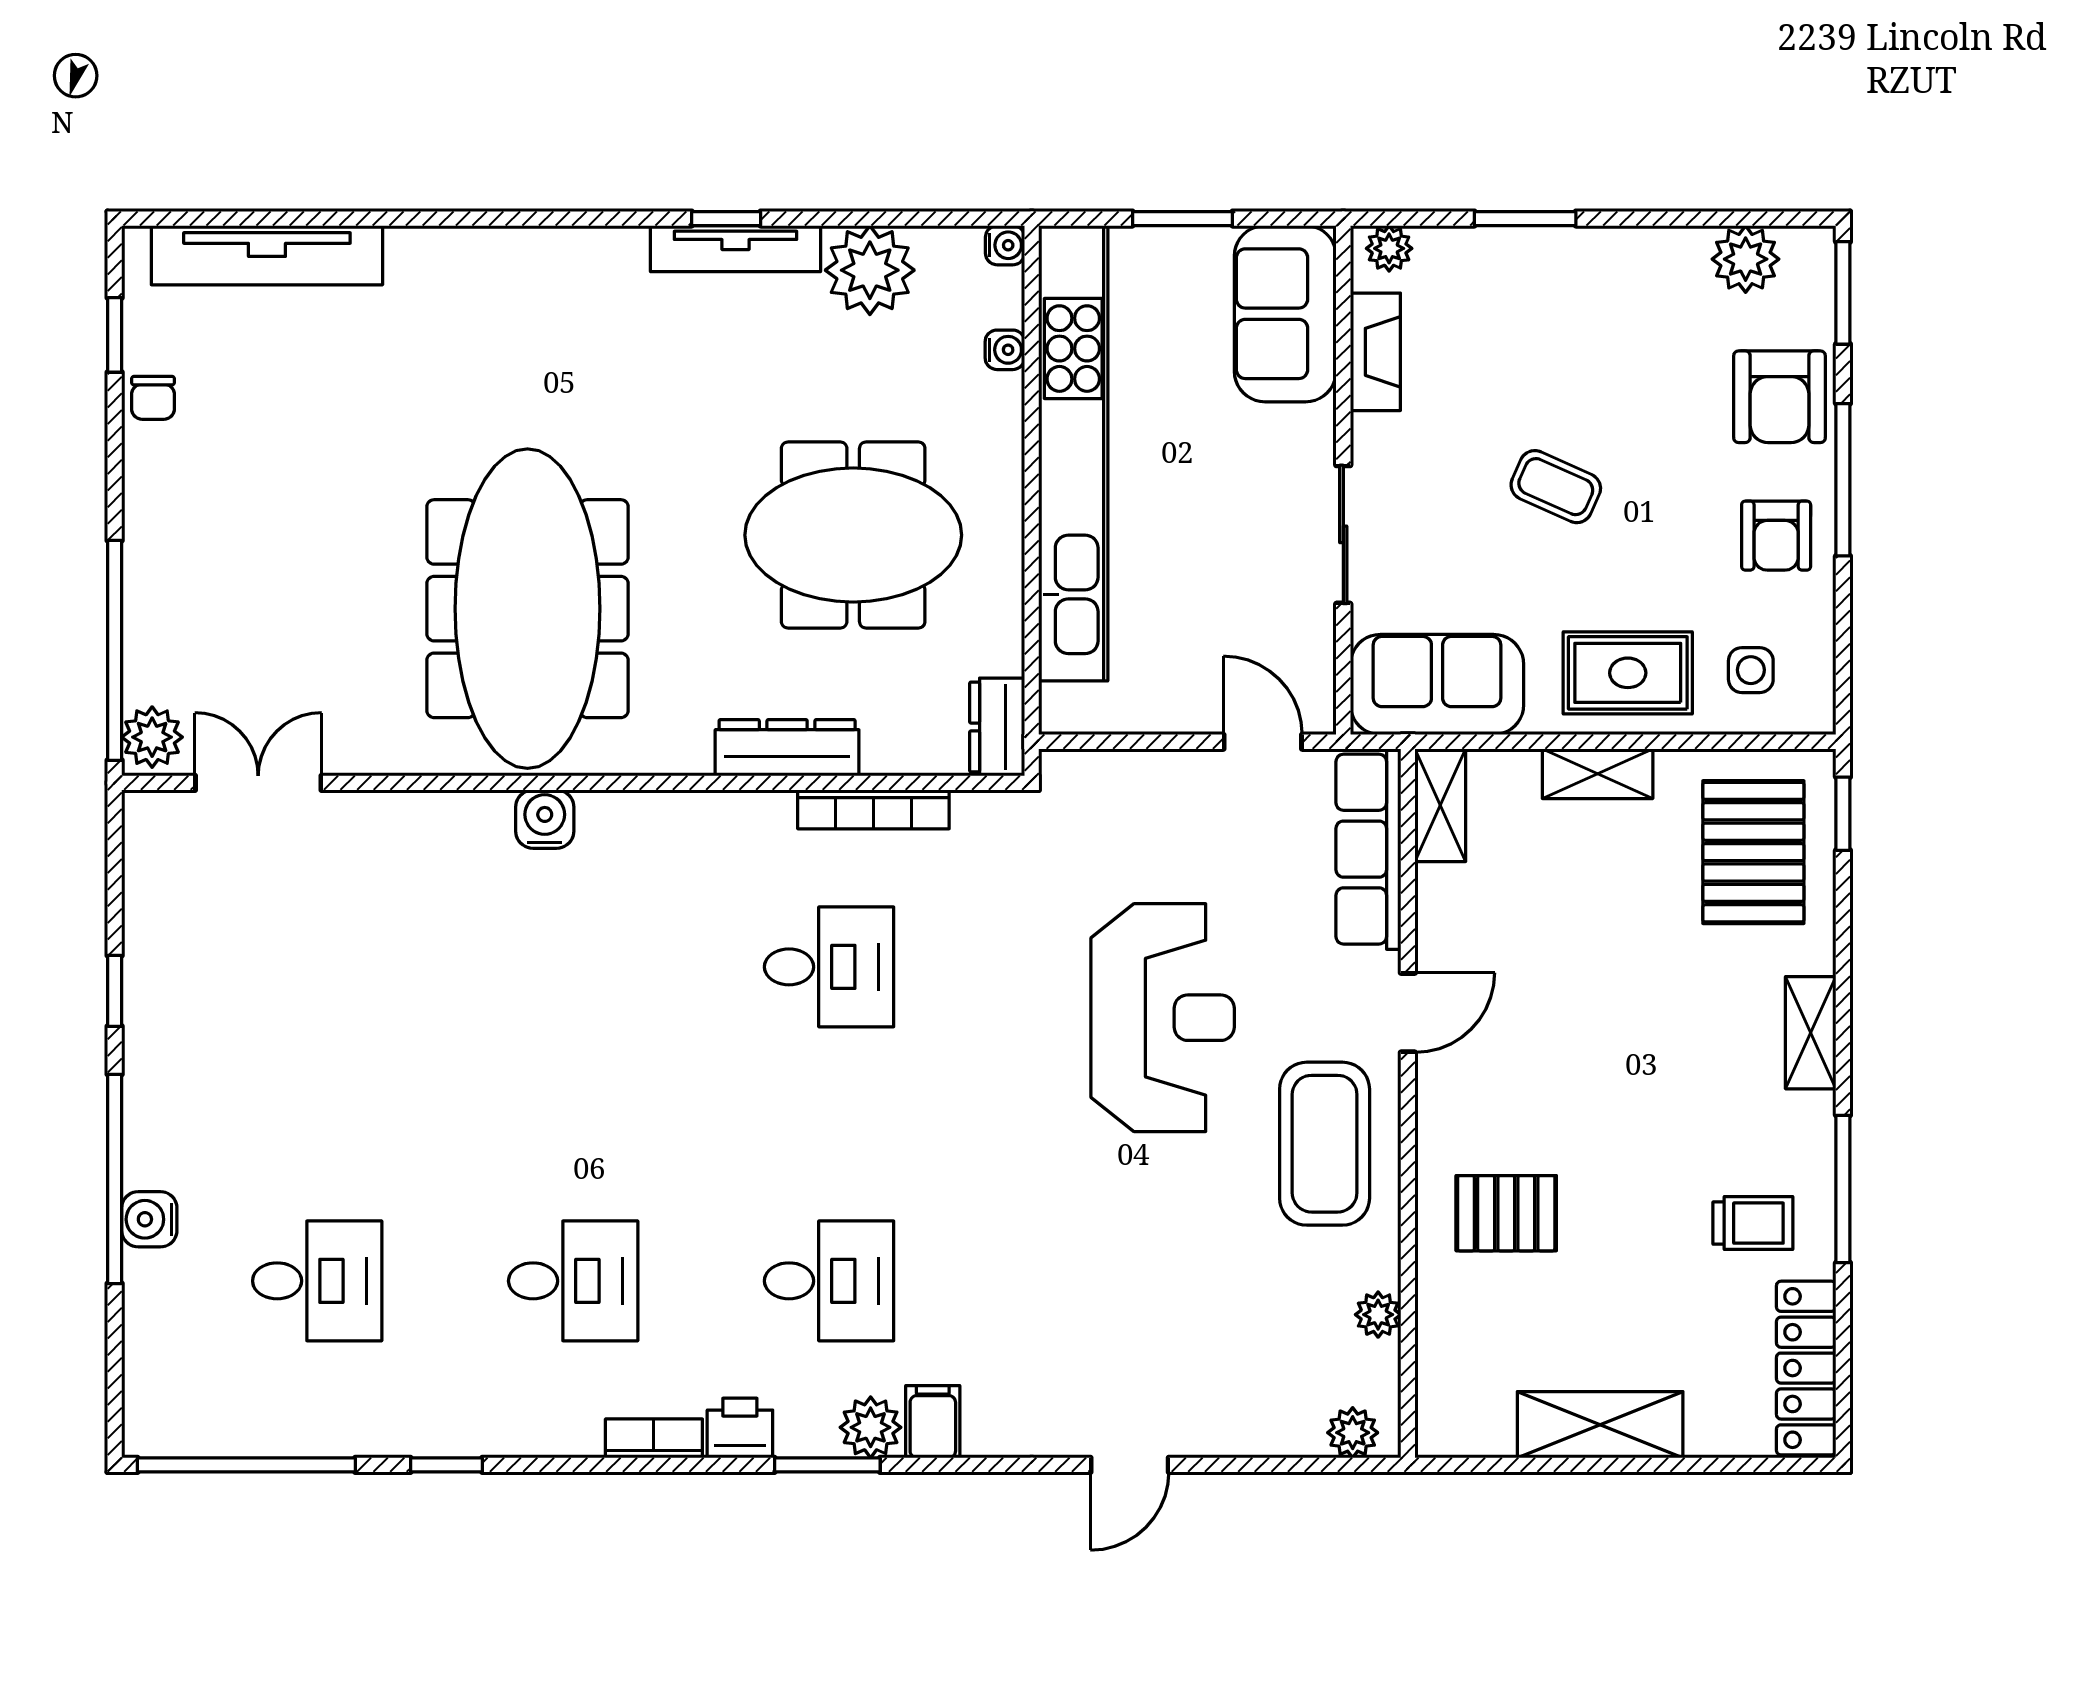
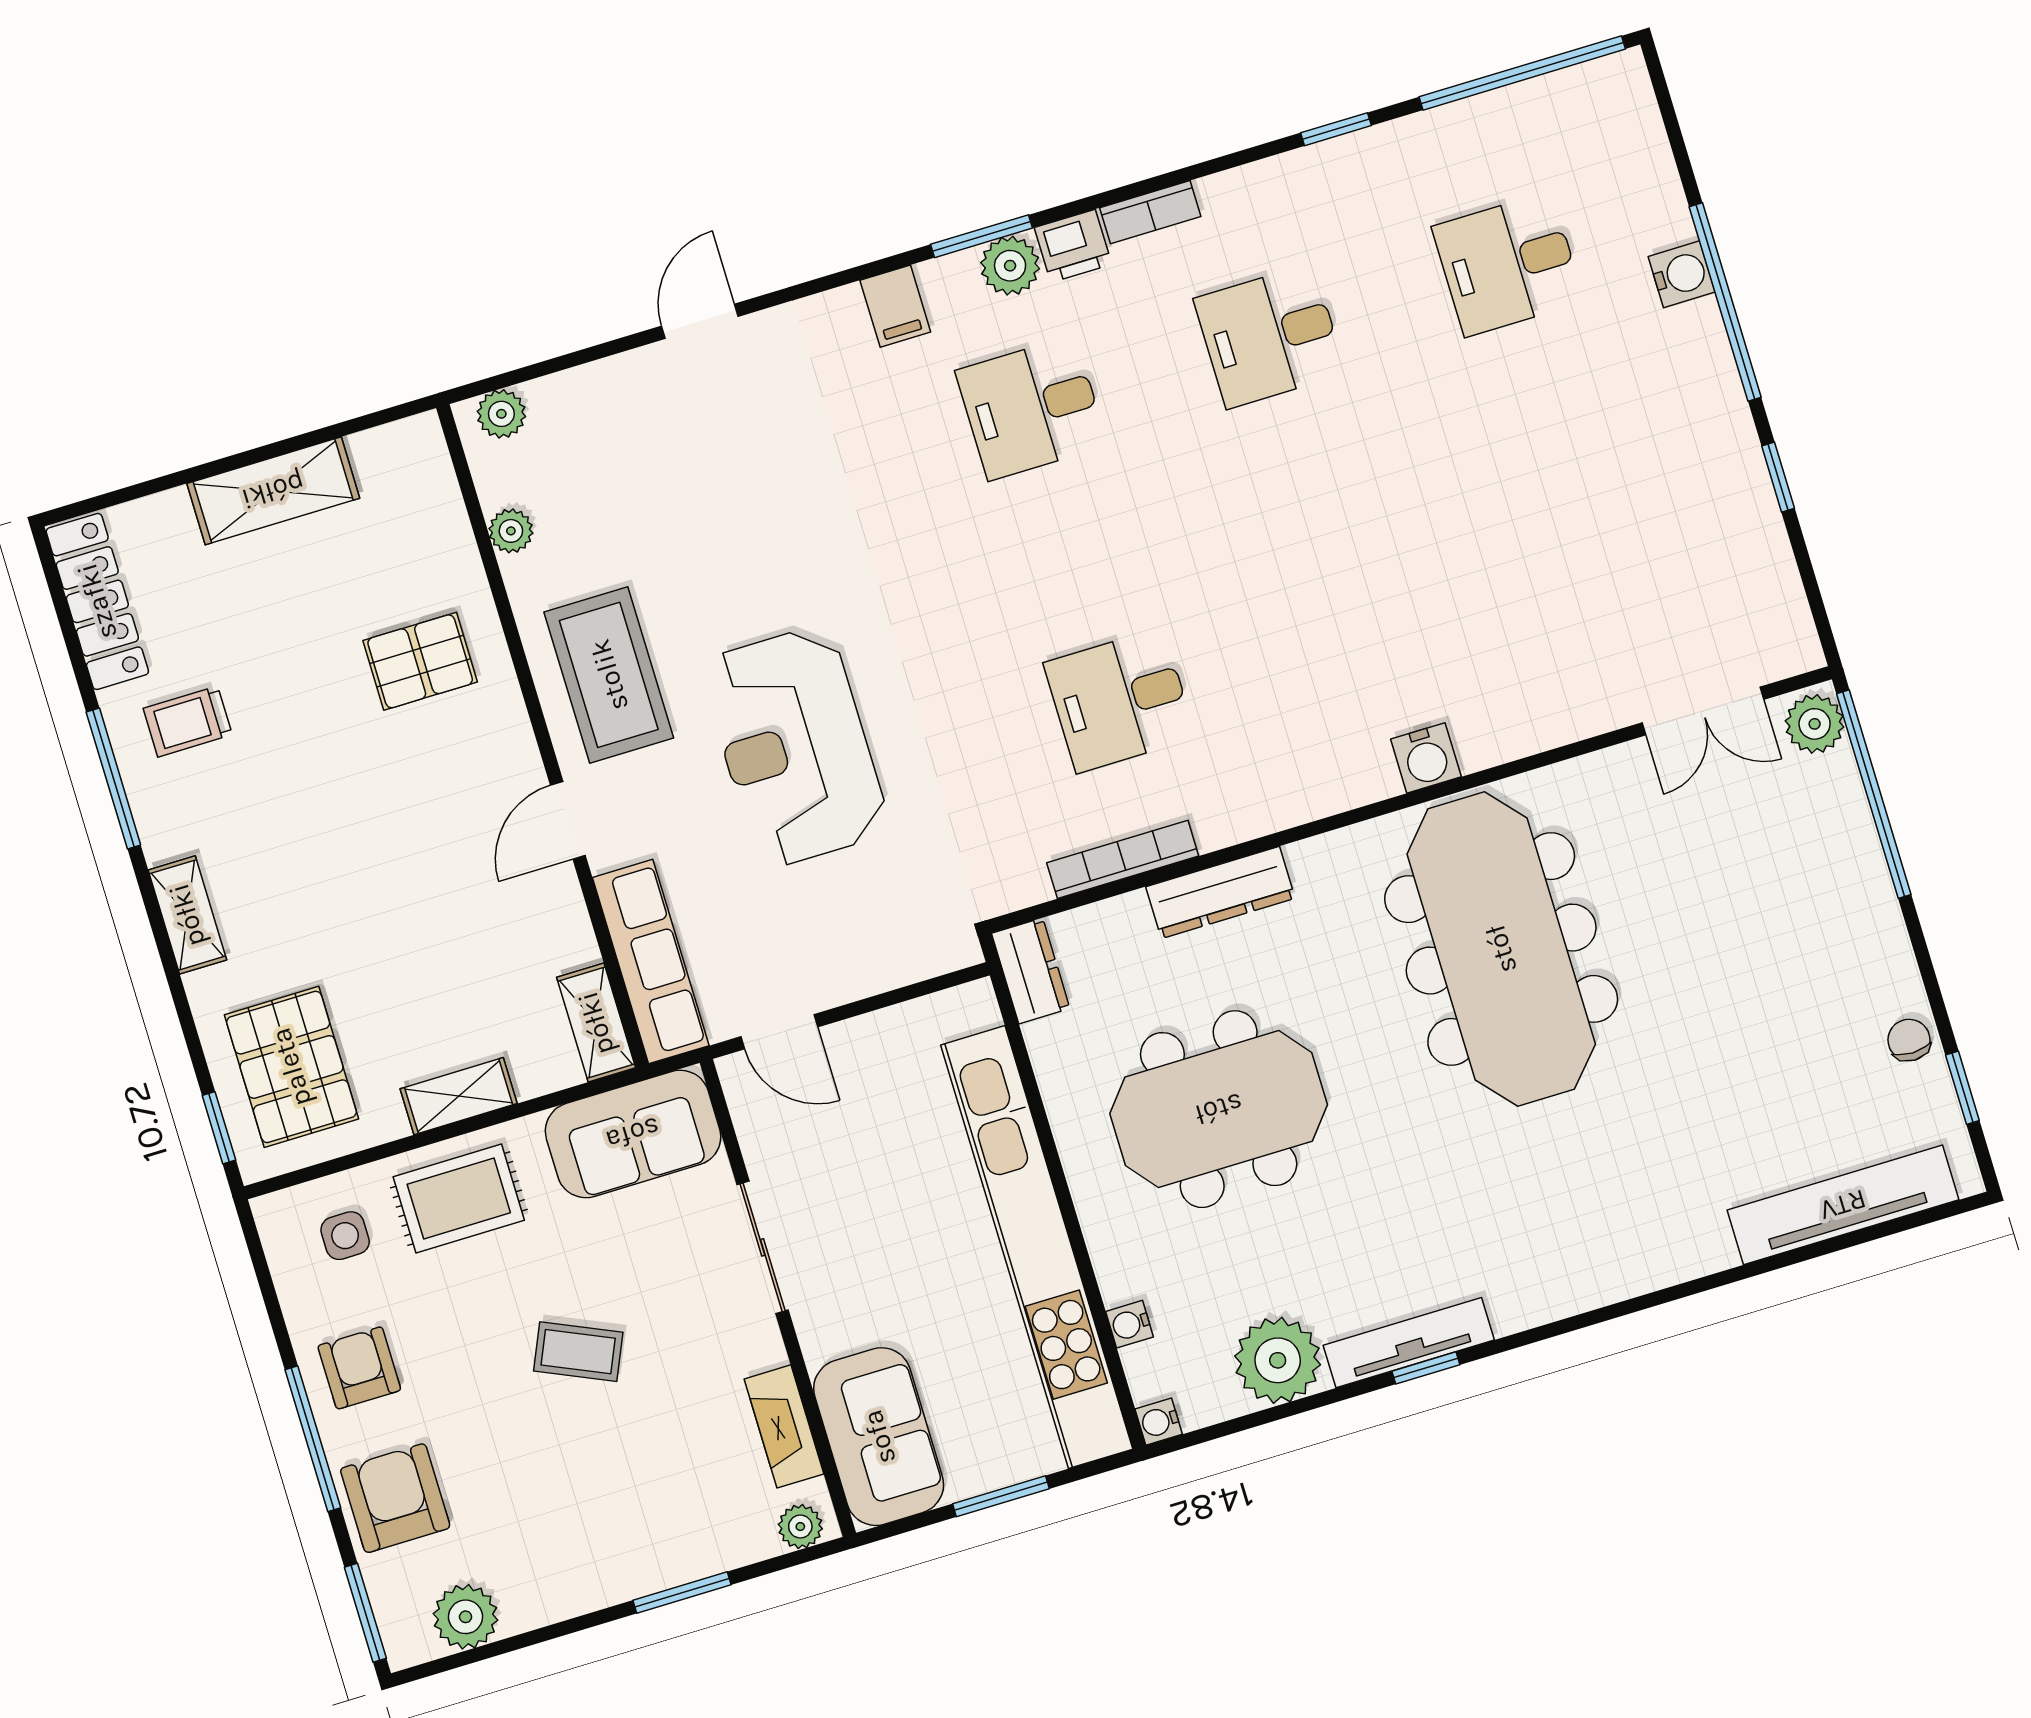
plant: (871, 1427) -> (1010, 266), moved

